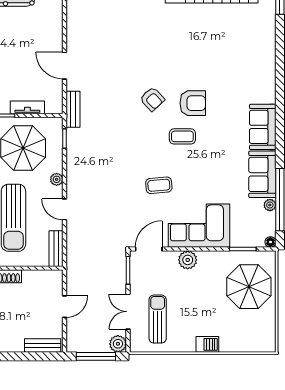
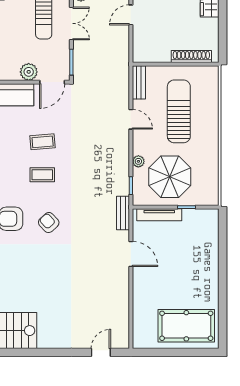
tv unit: (27, 107) -> (159, 215), width x1.41
coffee table: (182, 136) -> (42, 175), moved
plant: (57, 179) -> (138, 161), moved
plant: (188, 260) -> (29, 72), moved
door: (64, 307) -> (131, 15), moved

